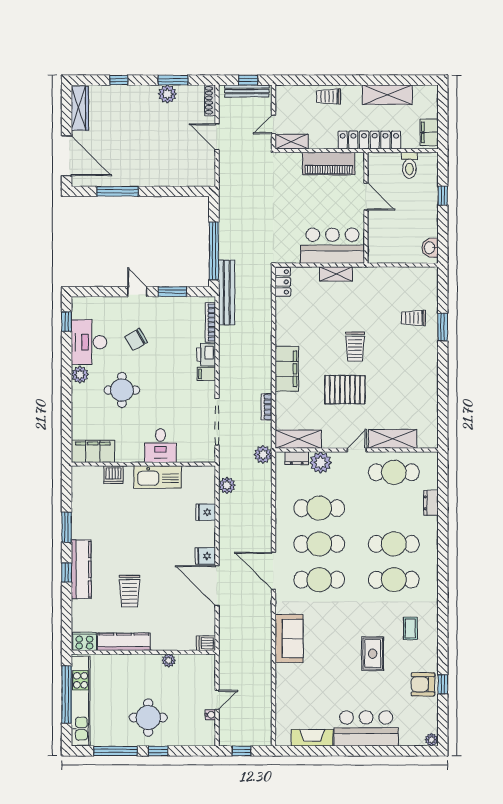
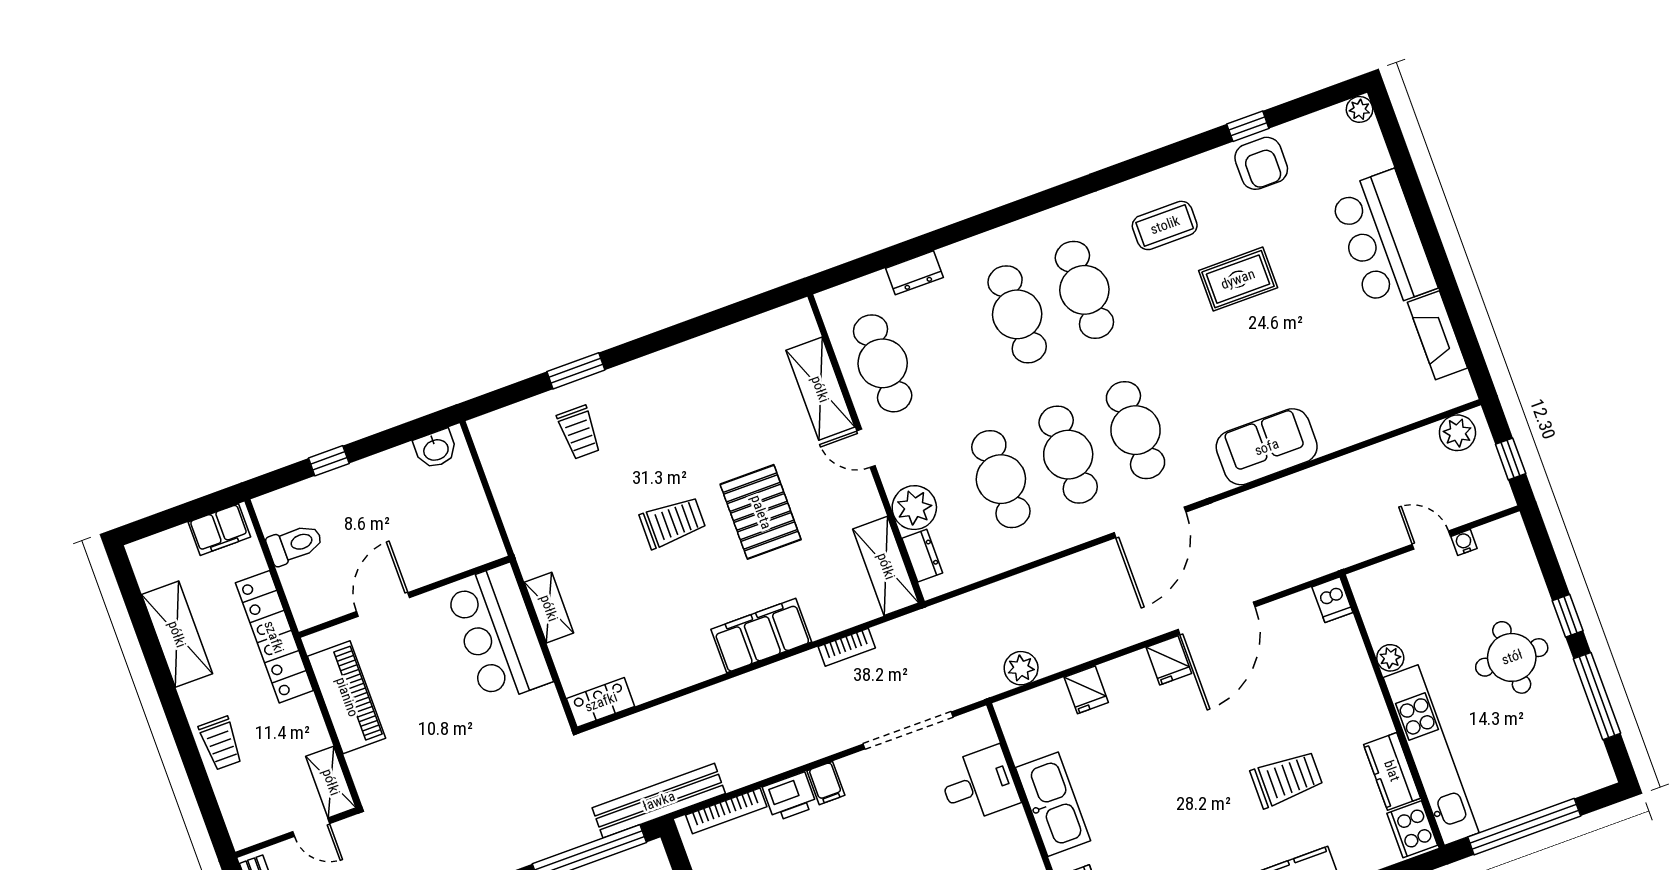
desk: (160, 446) -> (979, 785), moved
plant: (263, 454) -> (1457, 433), moved
coffee table: (410, 628) -> (1165, 225), width x1.36, depth x1.30
kitchen counter: (124, 642) -> (1392, 771), width x0.67
kitchen unit: (81, 701) -> (1431, 755), moved, turned 90

